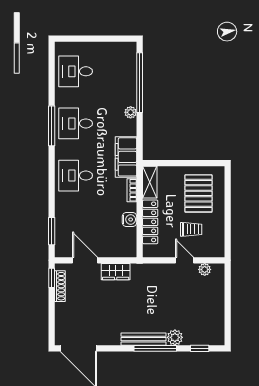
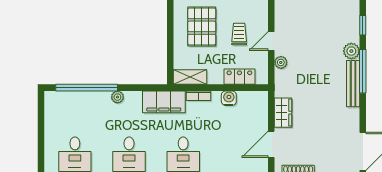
pallet: (198, 193) -> (202, 26), turned 90
locker: (150, 222) -> (239, 77), width x0.66
plant: (205, 269) -> (281, 62), moved

